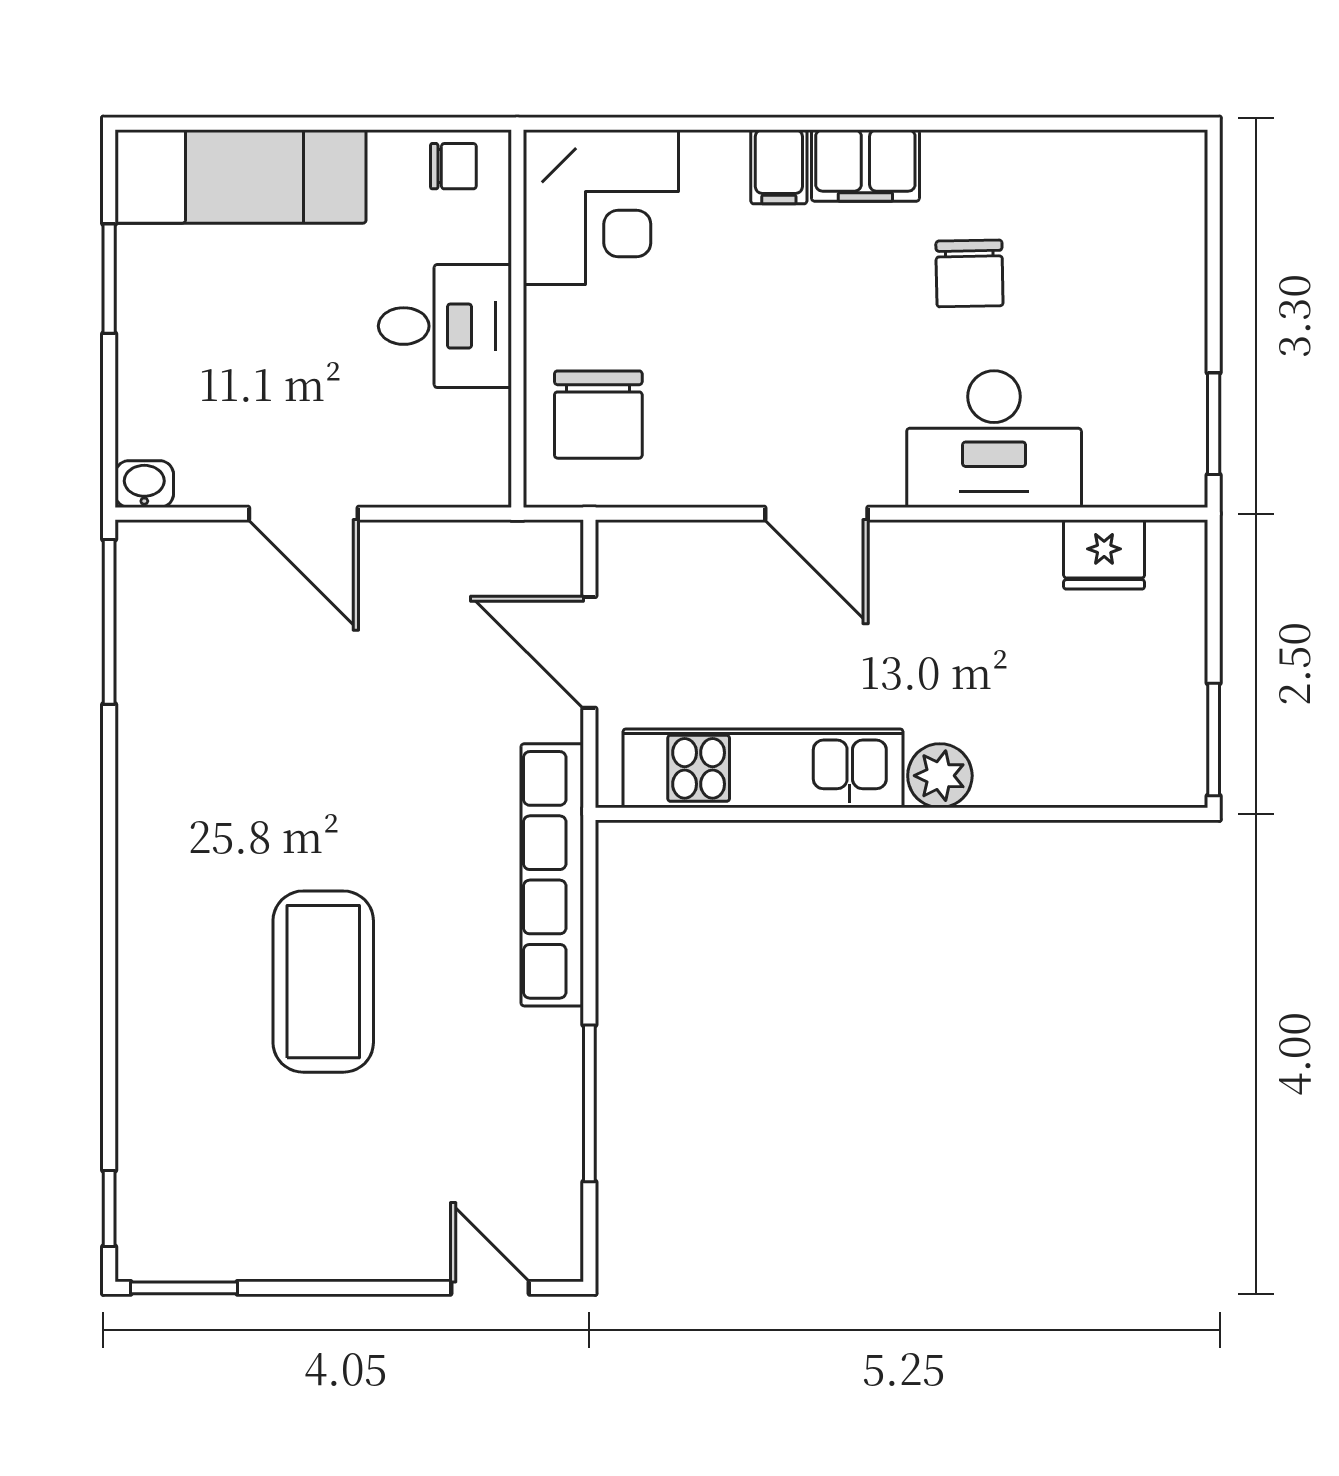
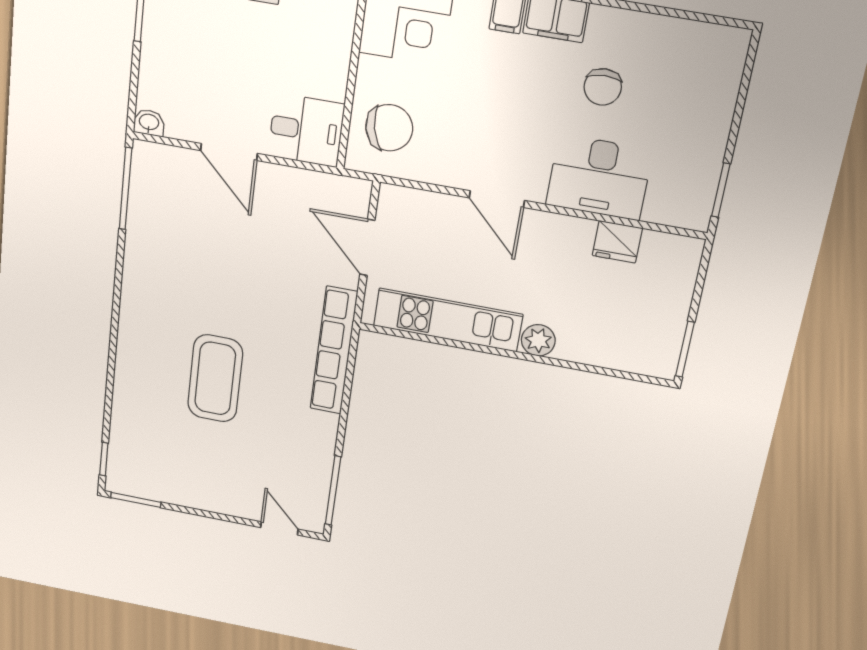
desk: (445, 326) -> (306, 130), moved
chair: (598, 415) -> (389, 128), turned -102
fridge: (1104, 554) -> (617, 242), moved
window: (589, 1103) -> (333, 491), moved

